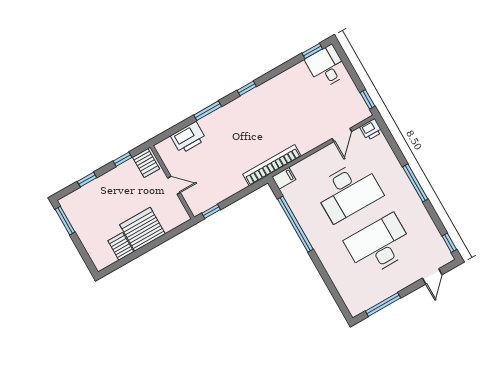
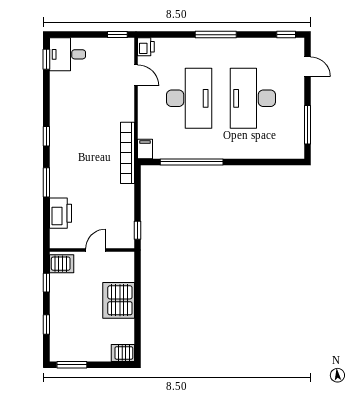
server rack: (121, 246) -> (123, 353), moved

